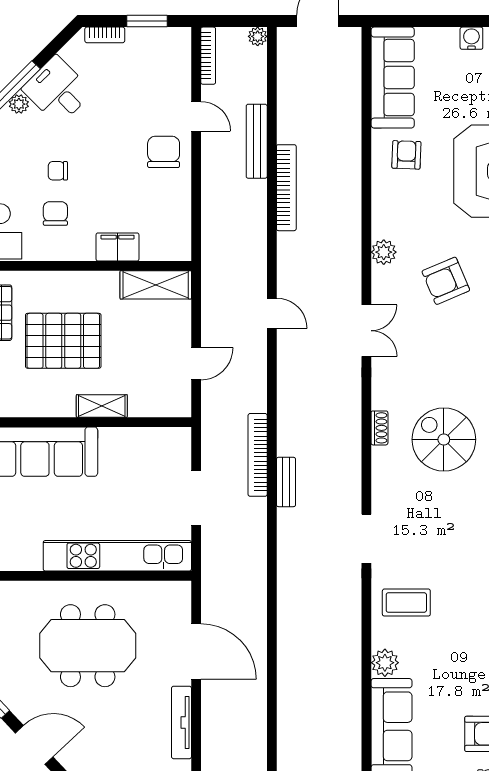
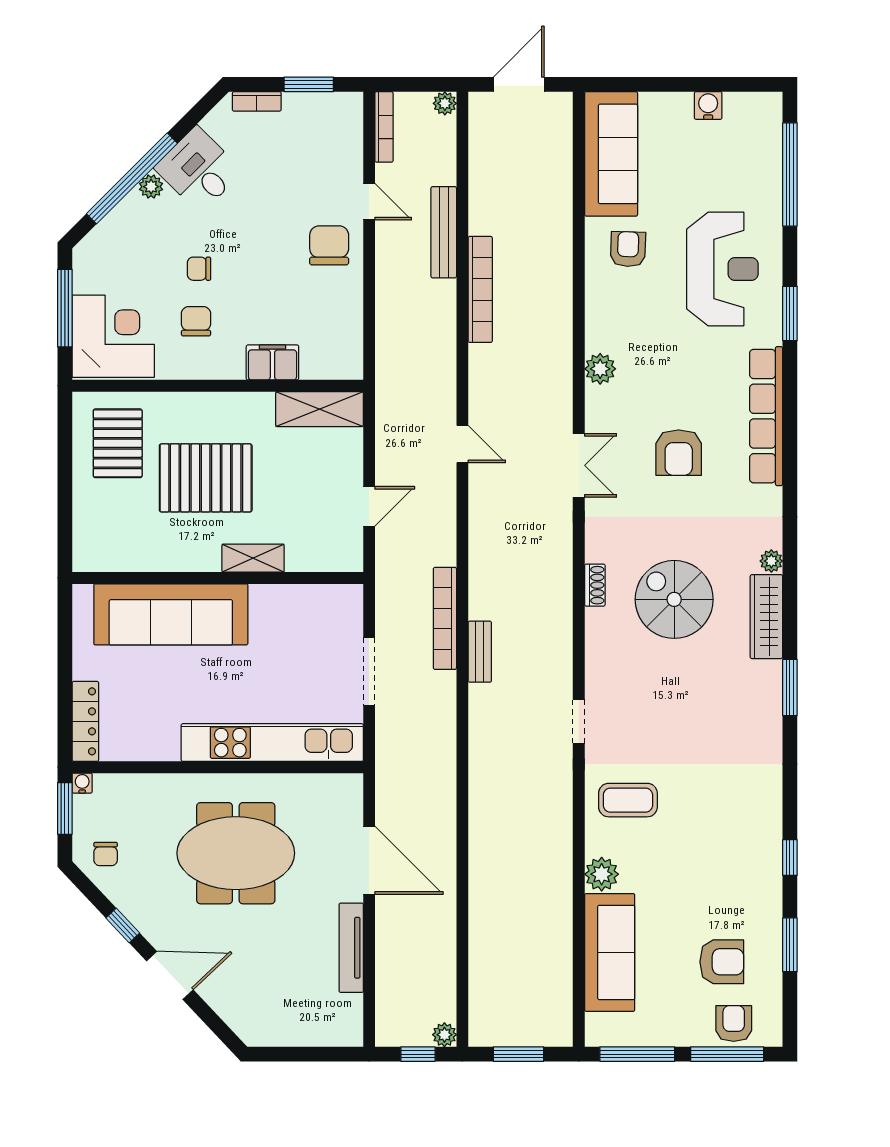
armchair: (446, 281) -> (679, 453), moved, turned -67
doorway: (366, 539) -> (579, 722), width x0.73

